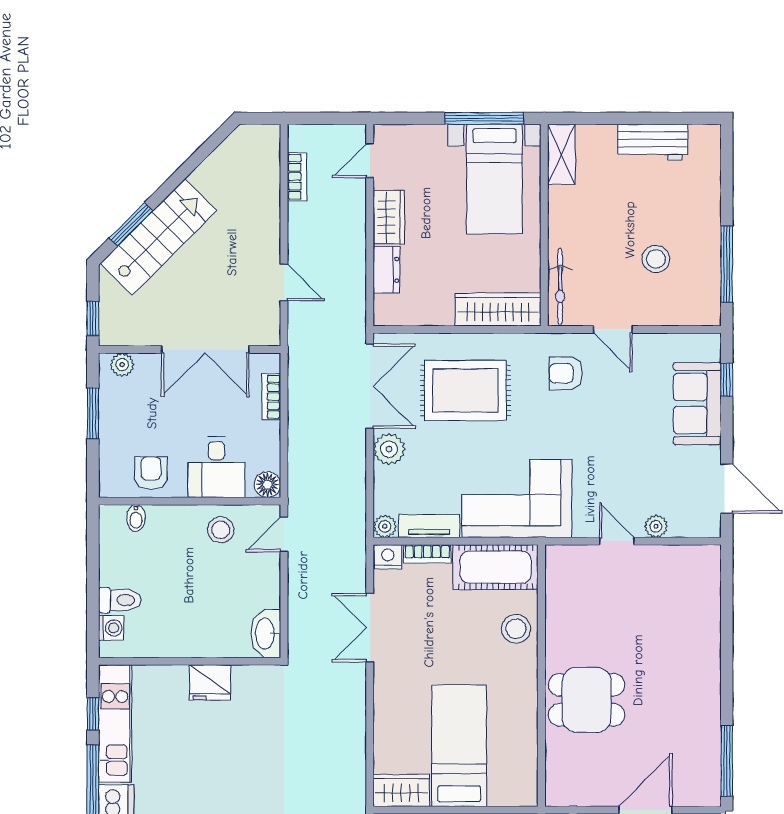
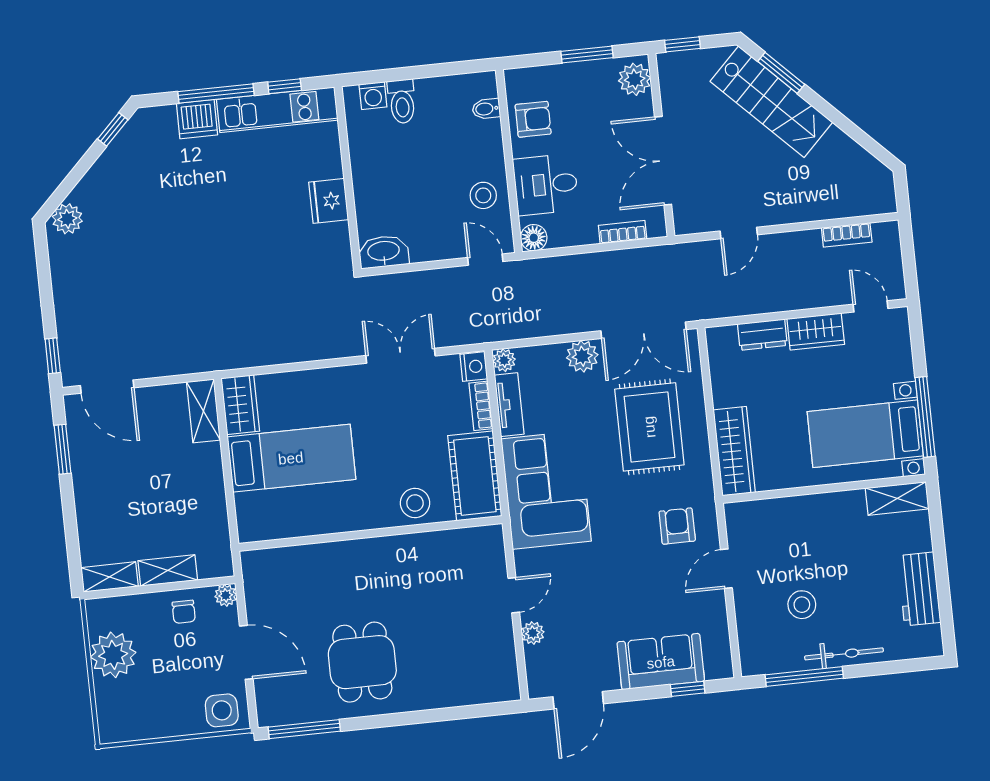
bicycle: (560, 287) -> (844, 654), moved, turned 180
plant: (122, 365) -> (635, 79), width x1.38, depth x1.38
dining table: (587, 700) -> (362, 662), moved

